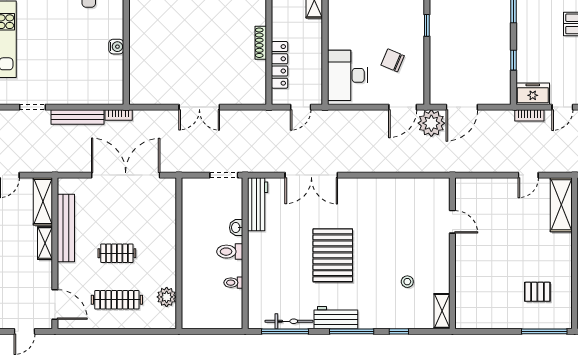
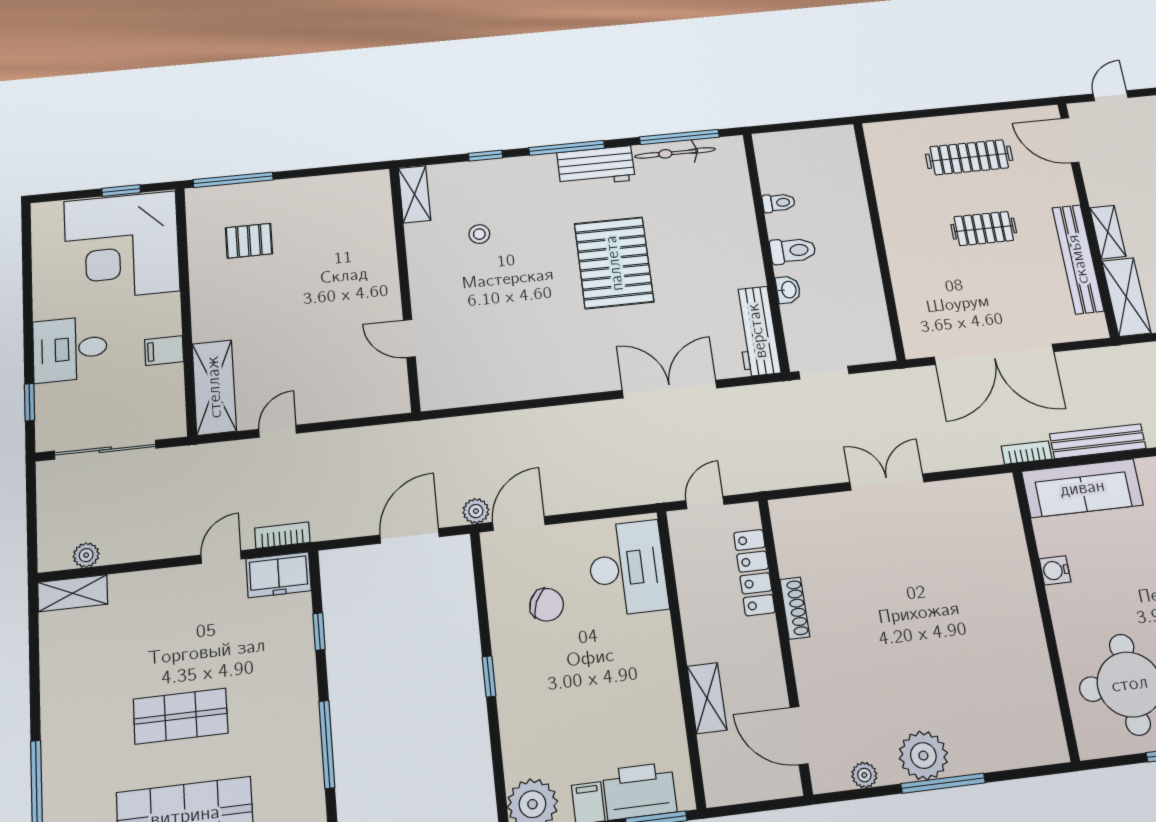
sofa: (92, 91) -> (1082, 488), added
plant: (431, 123) -> (476, 511), width x0.53, depth x0.53
plant: (167, 297) -> (887, 170), removed

